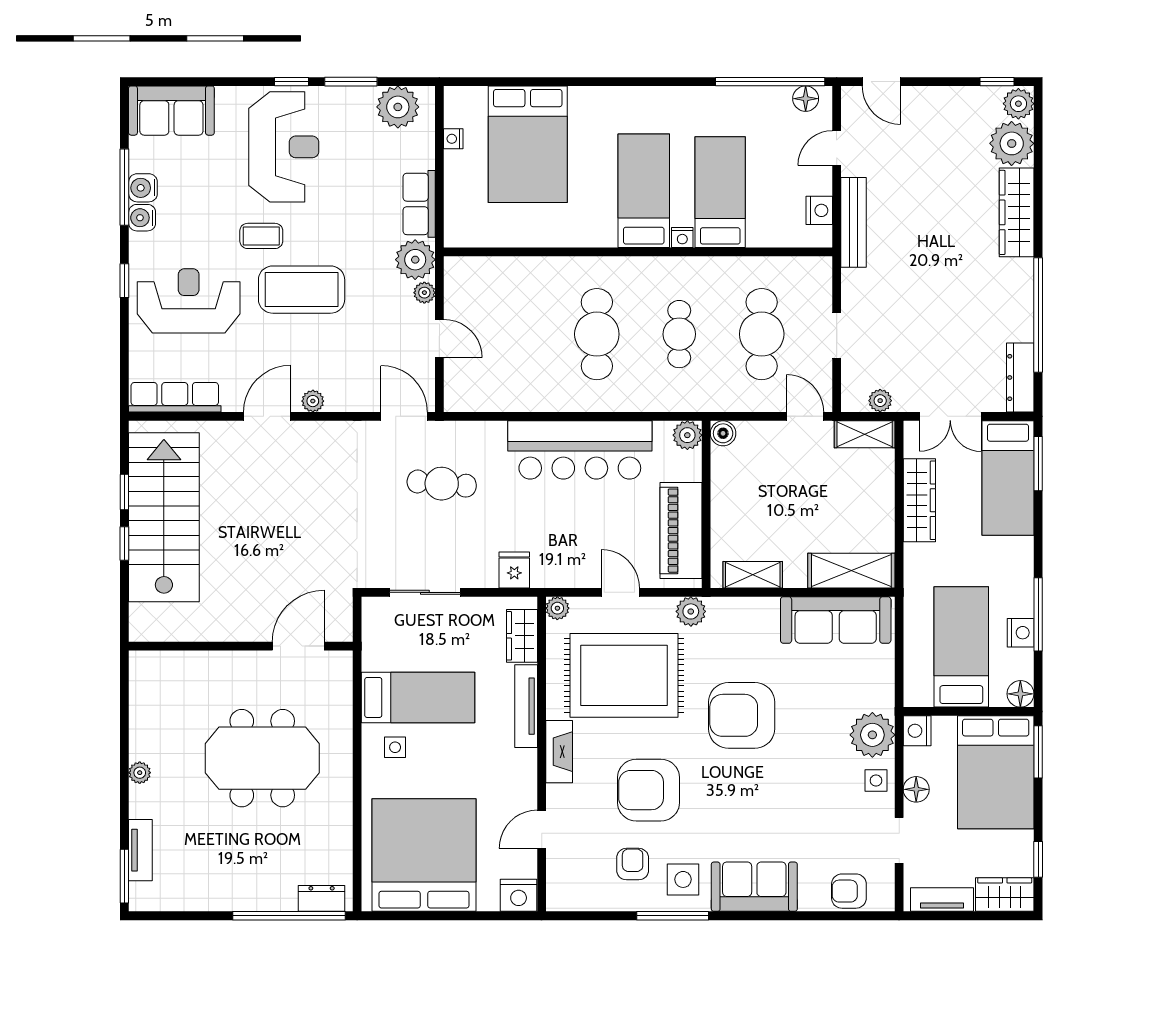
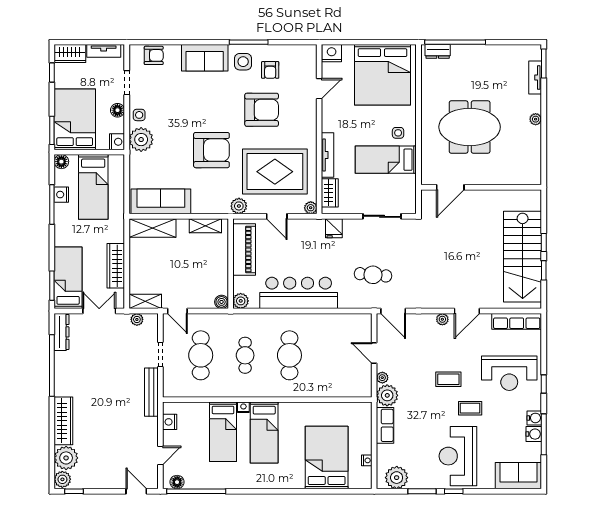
bench: (853, 222) -> (151, 392), moved
coffee table: (302, 290) -> (448, 379), width x0.54, depth x0.58
fireplace: (559, 752) -> (310, 131), removed

